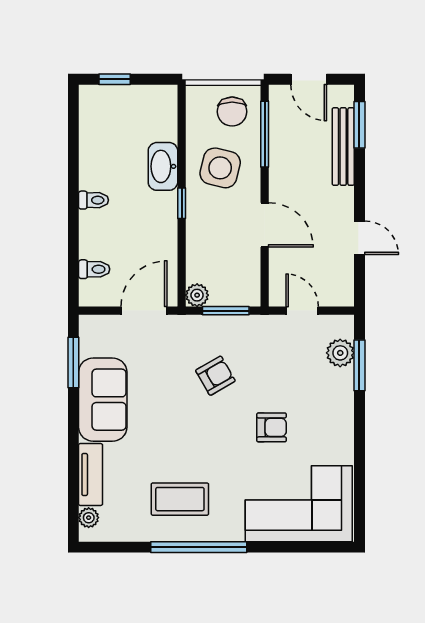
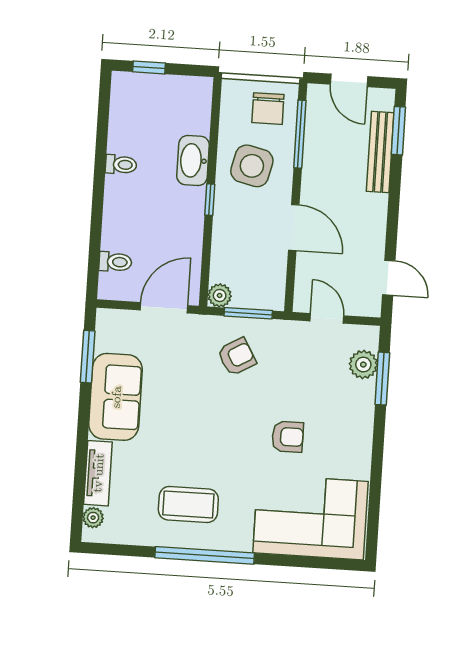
toilet: (94, 200) -> (121, 165), moved
door: (359, 238) -> (389, 278), moved
armchair: (215, 376) -> (237, 357), moved

